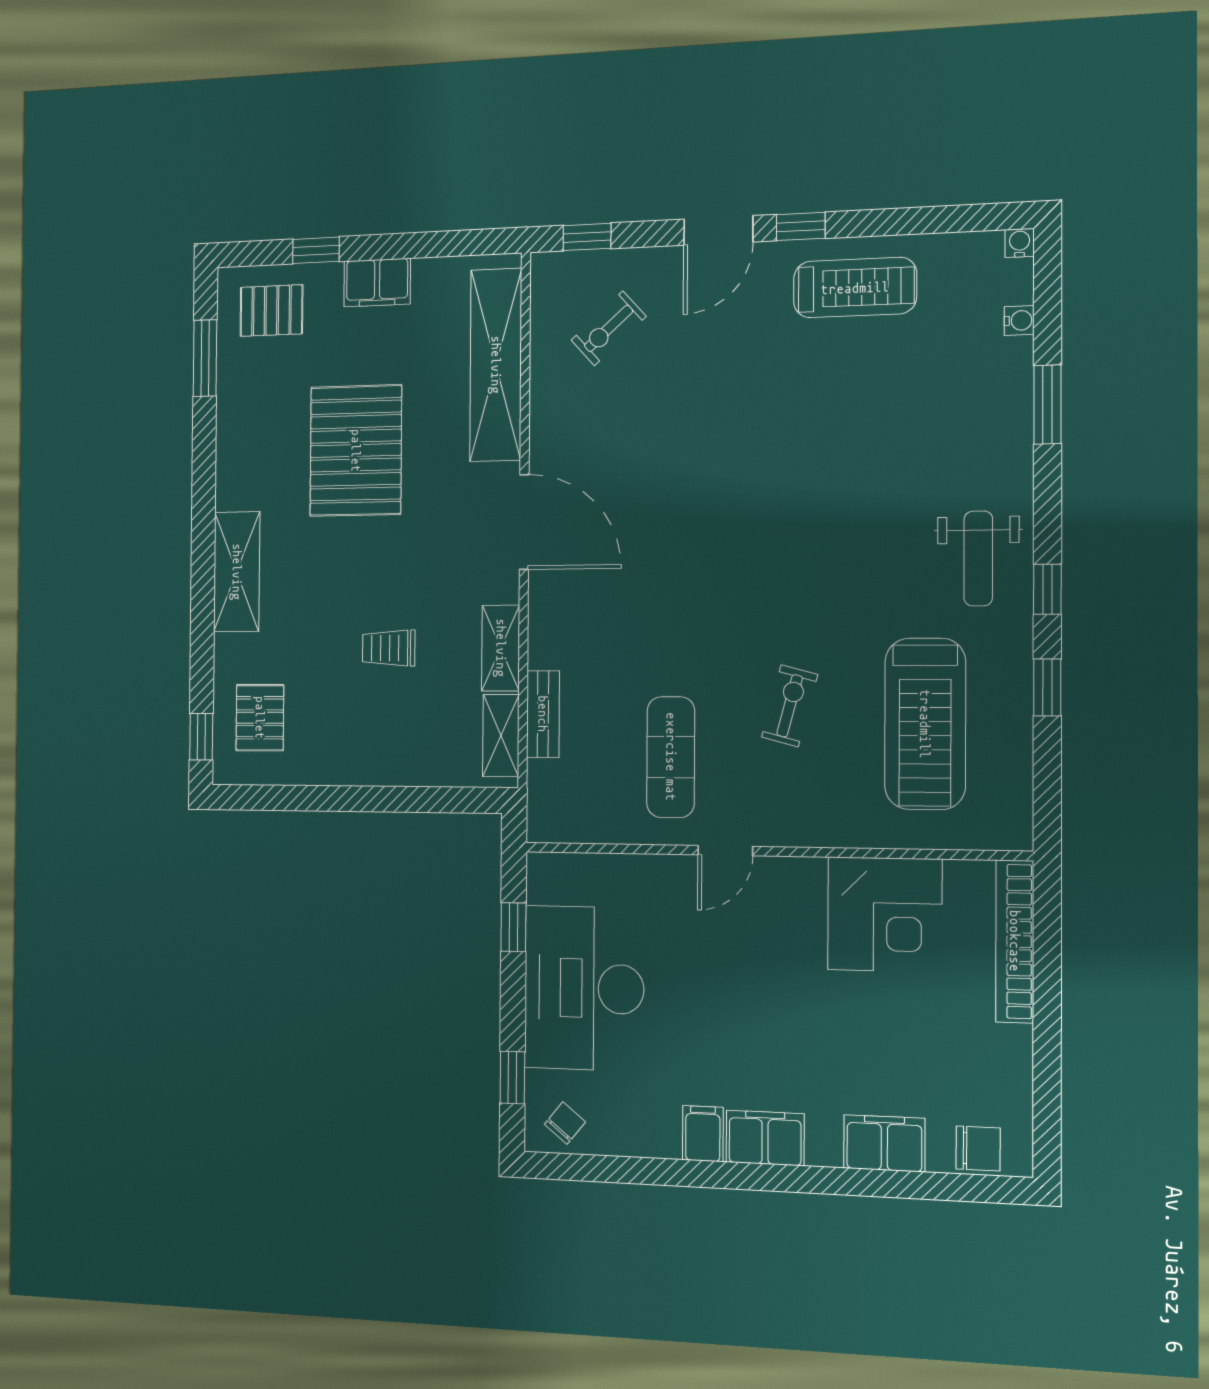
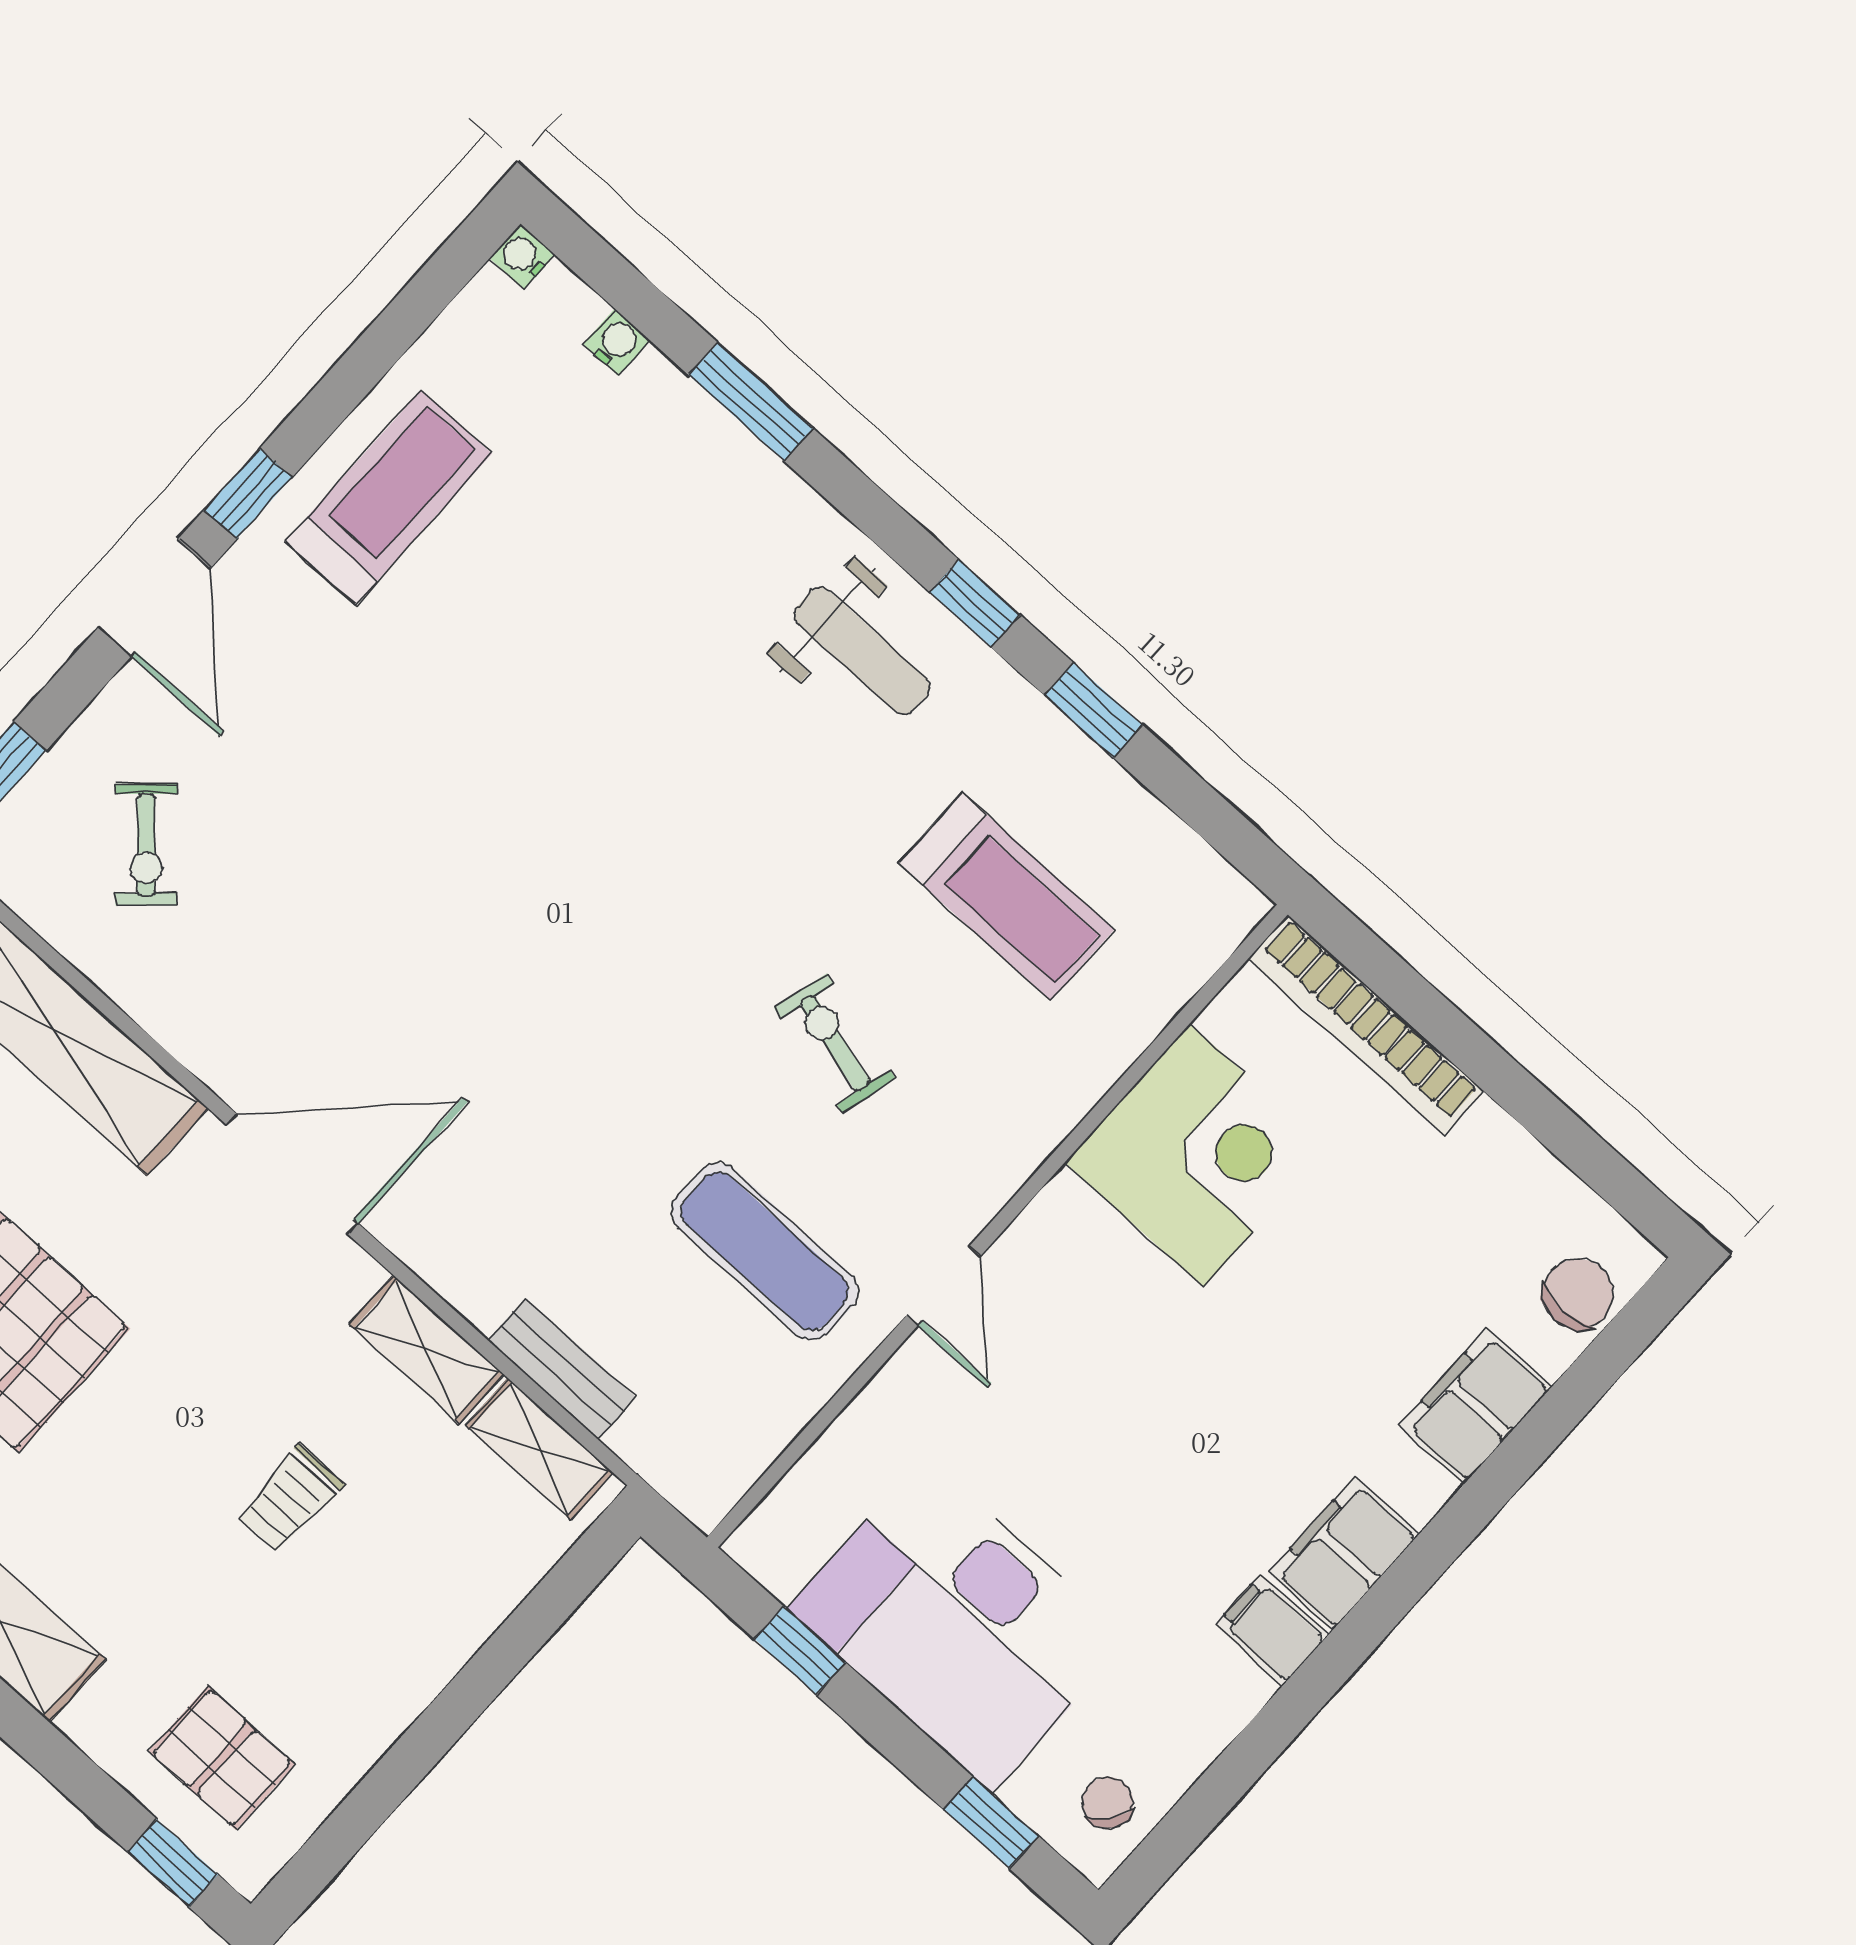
treadmill: (925, 724) -> (1006, 896), width x0.73, depth x0.73

